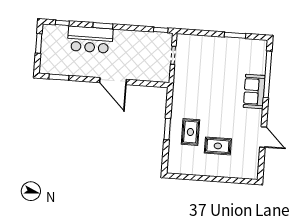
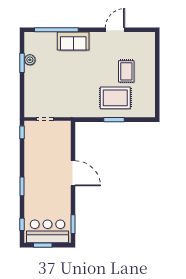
bar counter: (90, 40) -> (48, 231), moved, turned -90
plant: (238, 44) -> (30, 60), added
door: (113, 81) -> (73, 173), hinge flipped
rug: (190, 132) -> (115, 98), width x1.36, depth x1.43

